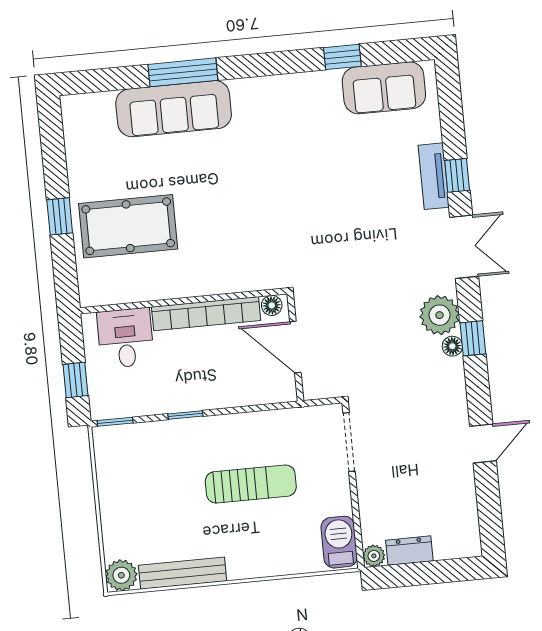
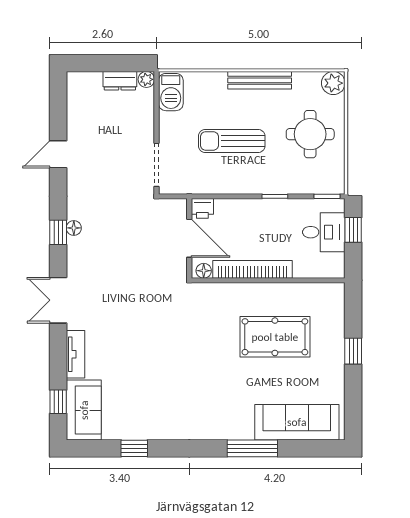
sofa: (384, 88) -> (84, 410), moved, turned 90
sofa: (174, 109) -> (297, 422), moved
window: (457, 175) -> (58, 402), moved
pool table: (128, 226) -> (275, 337), moved
plant: (440, 315) -> (81, 252), removed
desk: (126, 338) -> (324, 232), moved, turned -90
printer: (282, 389) -> (202, 208), added
round table: (146, 503) -> (310, 134), added
bench: (183, 573) -> (260, 80), moved

